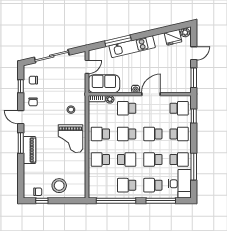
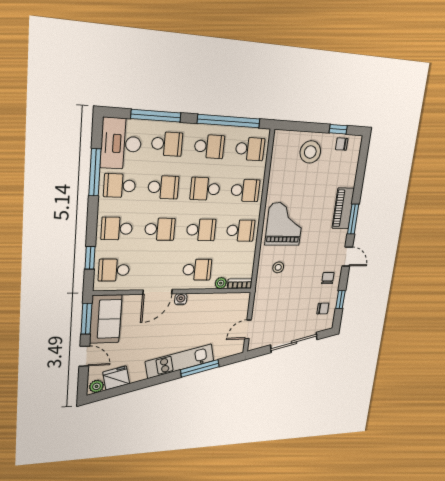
door: (194, 53) -> (84, 356), swing flipped
sofa: (104, 84) -> (106, 319), moved, turned -90
school desk: (100, 185) -> (250, 149), added

